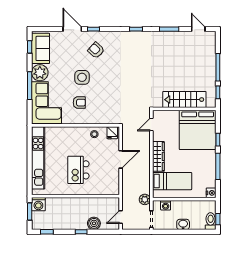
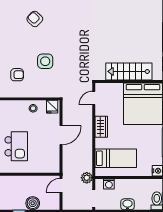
side table: (82, 77) -> (45, 61), moved
wardrobe: (158, 156) -> (101, 127), width x0.67
kitchen island: (79, 170) -> (16, 146), turned 180
door: (121, 217) -> (61, 185), moved

